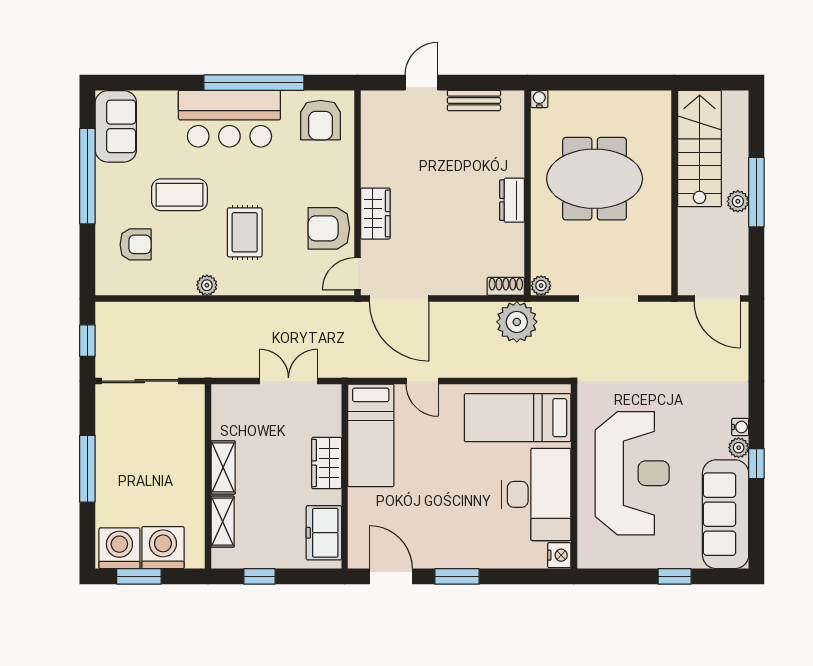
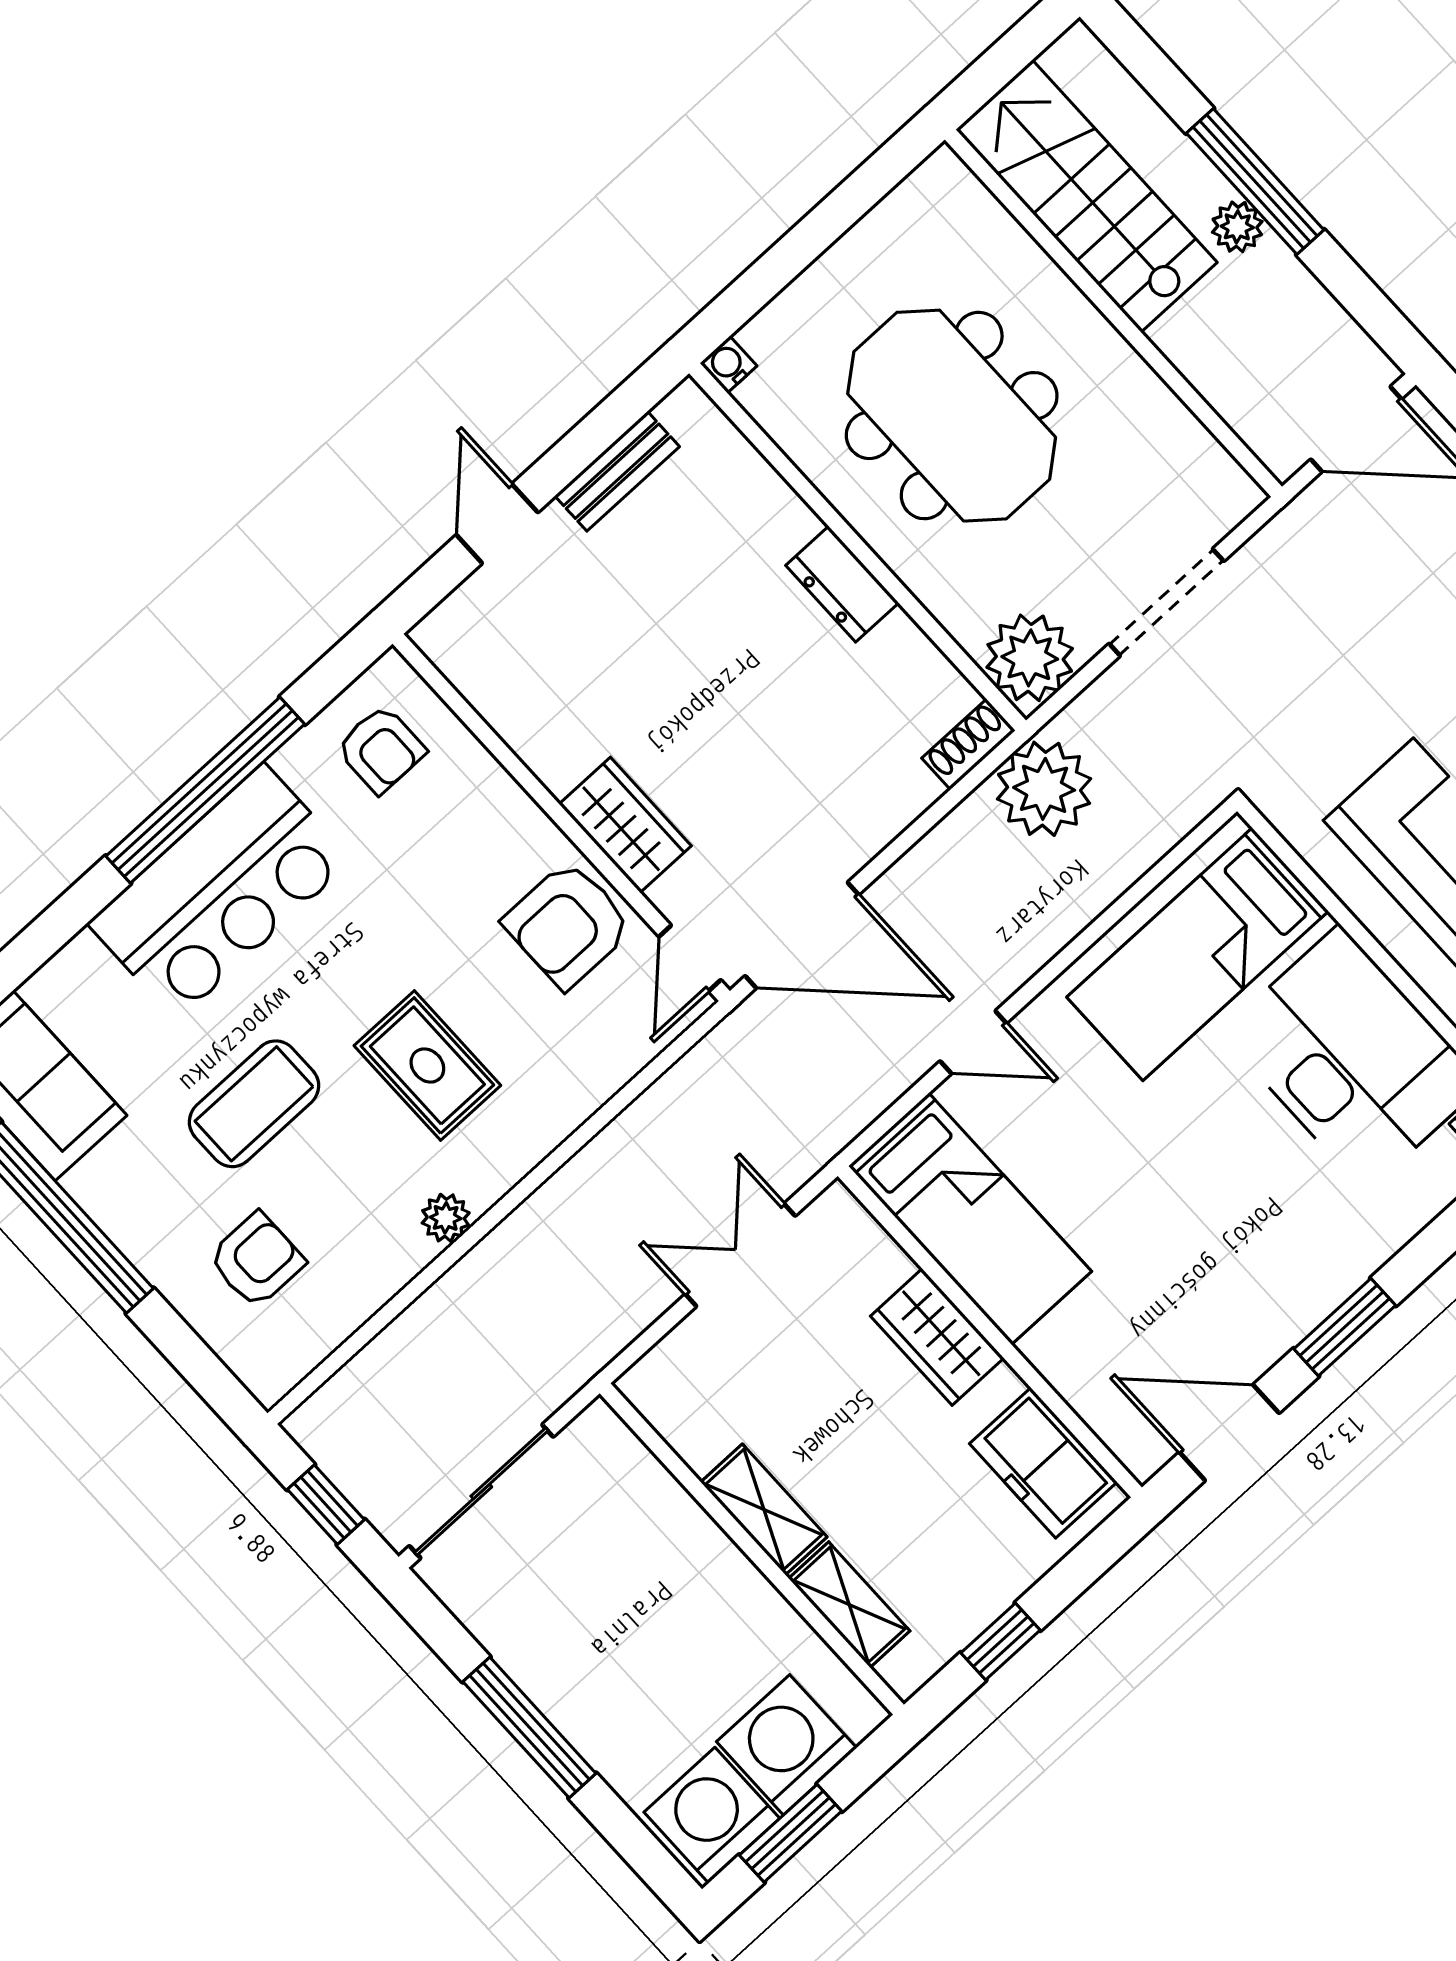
armchair: (321, 120) -> (381, 749), width x0.72, depth x0.72
meeting table: (595, 179) -> (952, 416), turned 90
plant: (541, 286) -> (1030, 658), width x1.88, depth x1.88

